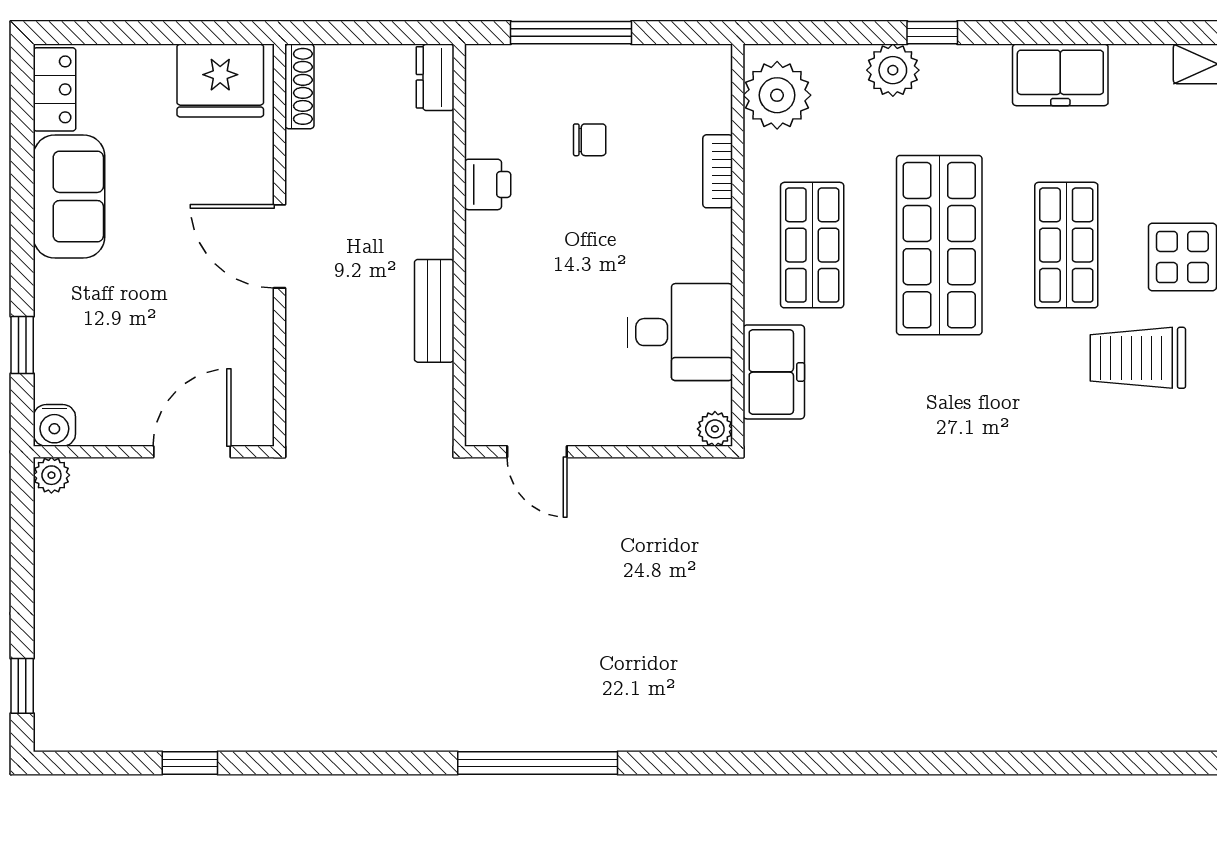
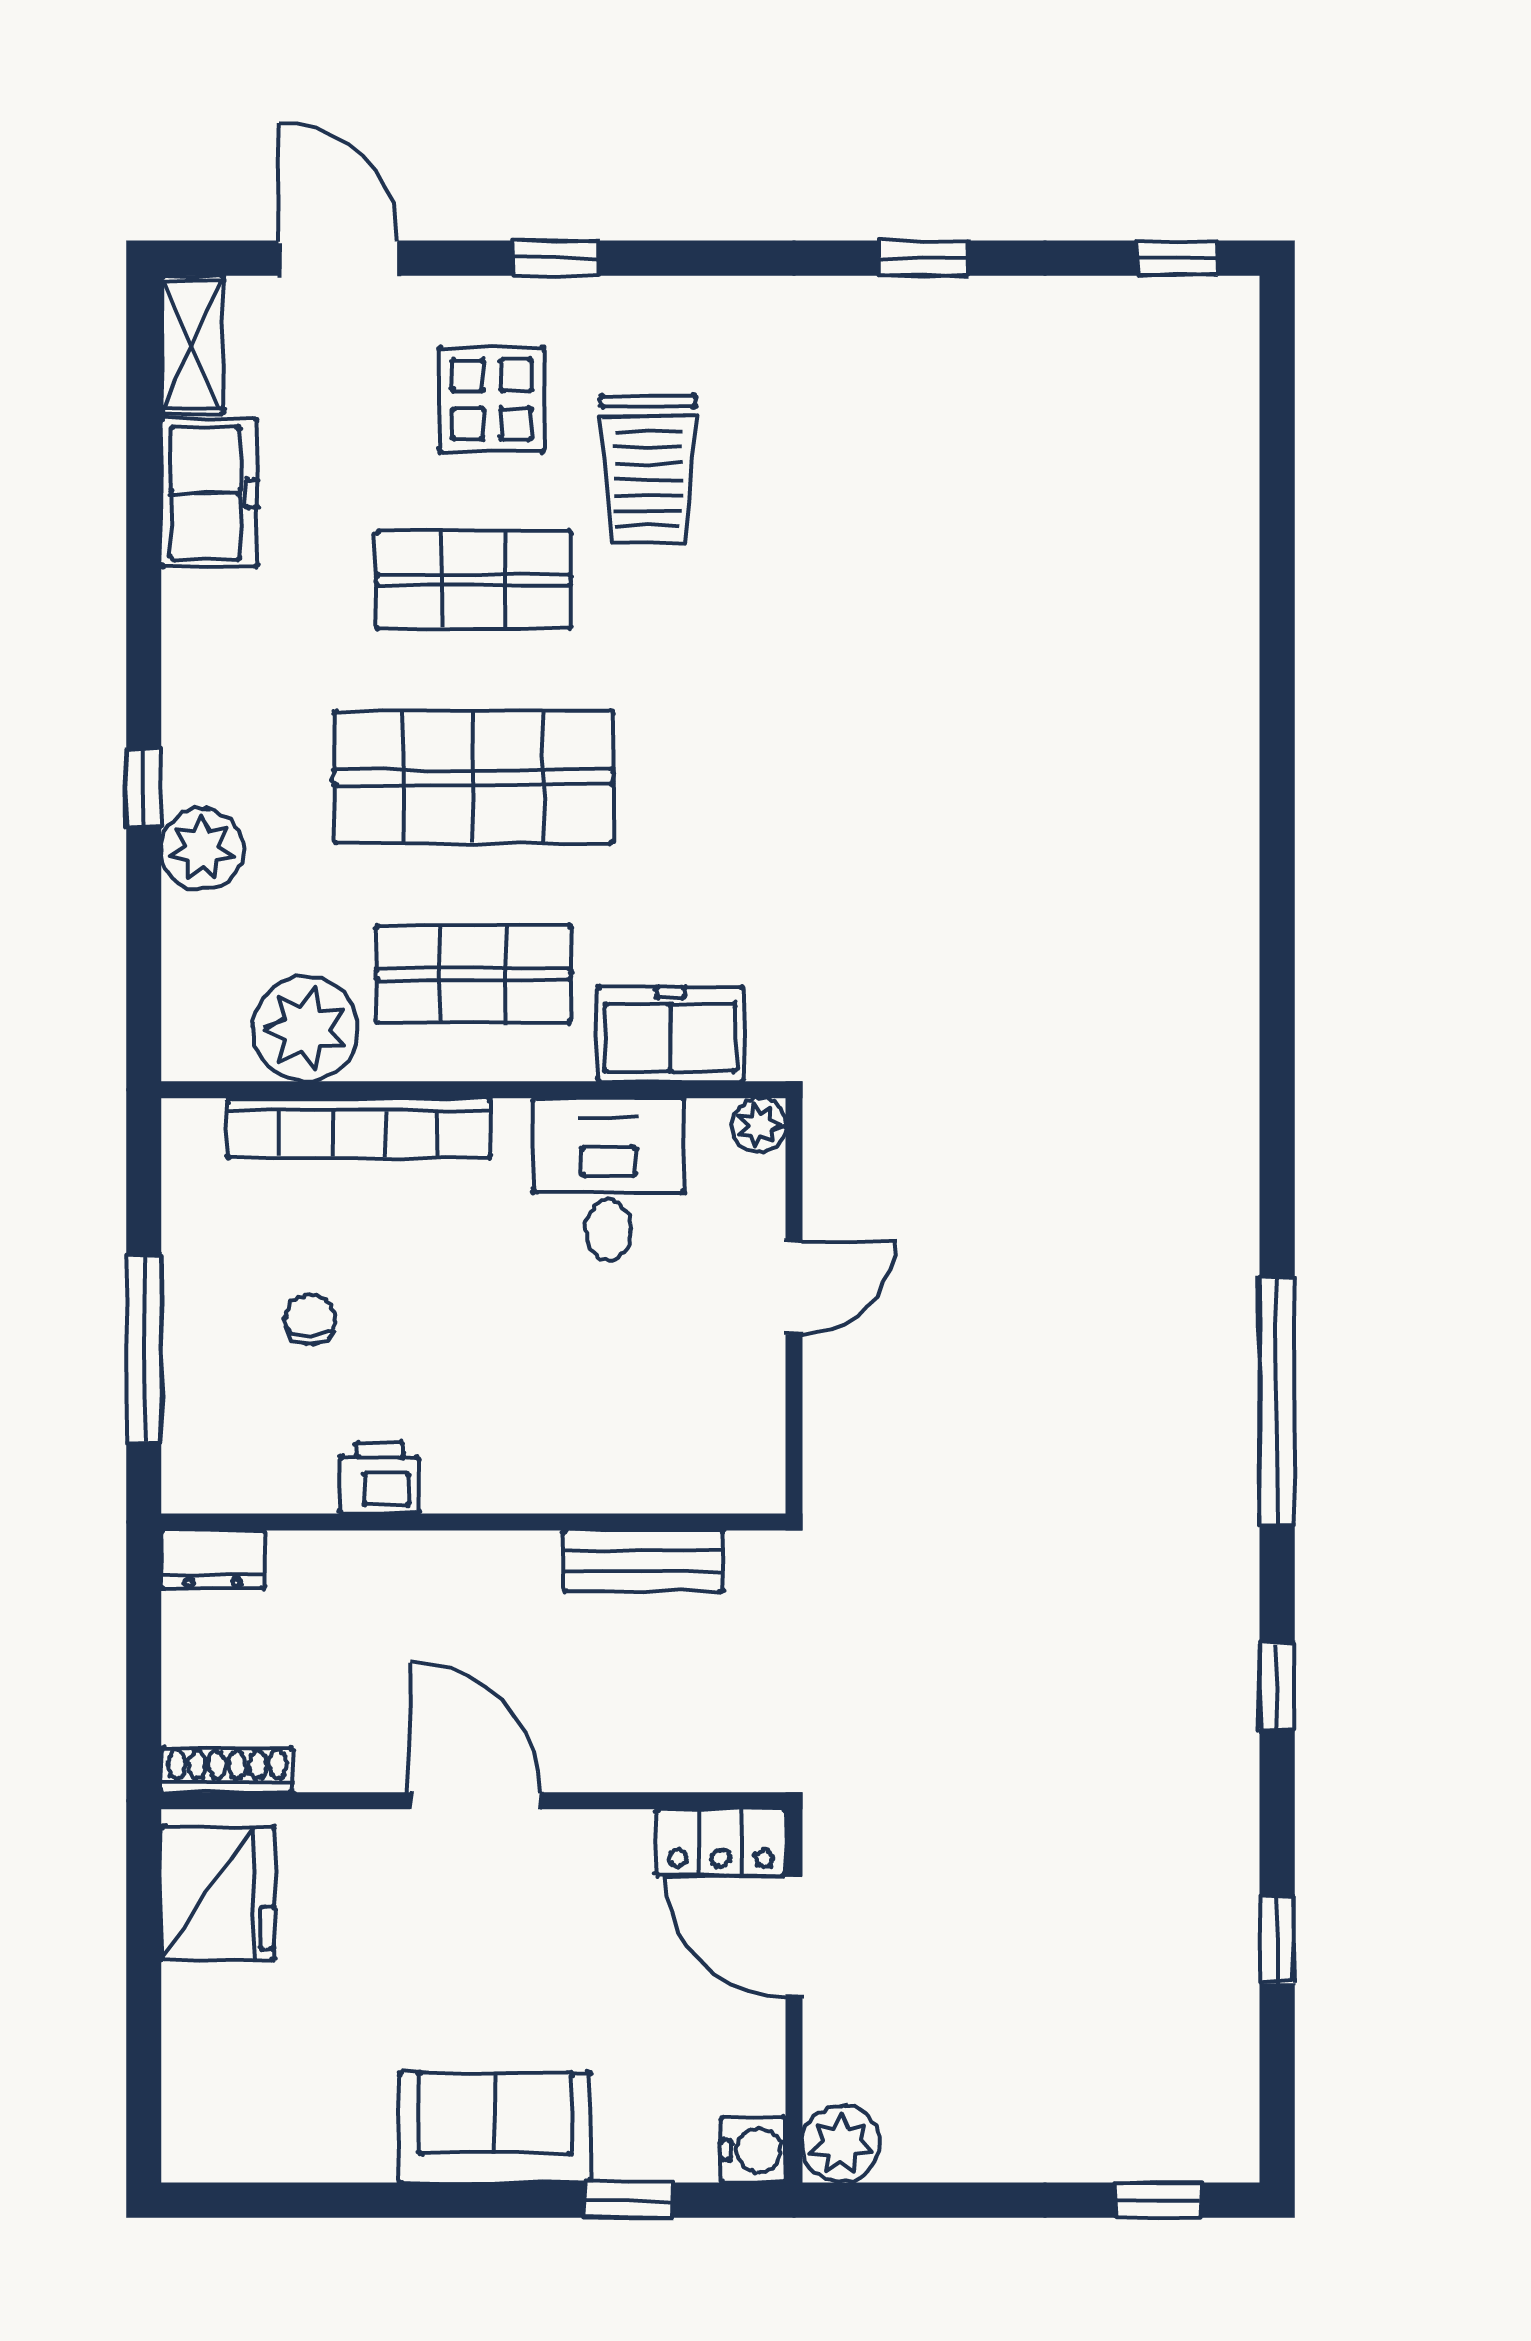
freezer: (1060, 75) -> (209, 493), moved
locker: (55, 89) -> (721, 1842), moved, turned 180
plant: (777, 95) -> (305, 1029), moved
bookcase: (718, 171) -> (359, 1128), width x2.31, depth x1.31
sofa: (69, 196) -> (495, 2127), moved
door: (280, 246) -> (475, 1801), swing flipped
bench: (434, 311) -> (643, 1561), moved
door: (537, 452) -> (794, 1288), moved
plant: (51, 475) -> (841, 2144), width x1.38, depth x1.38
window: (353, 763) -> (1277, 1687), added

